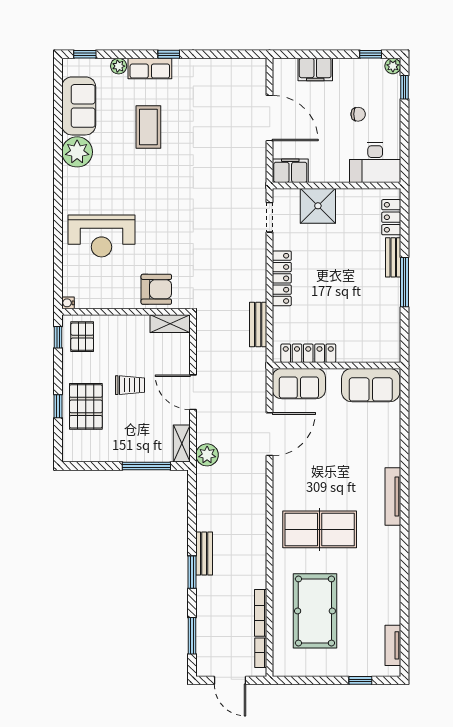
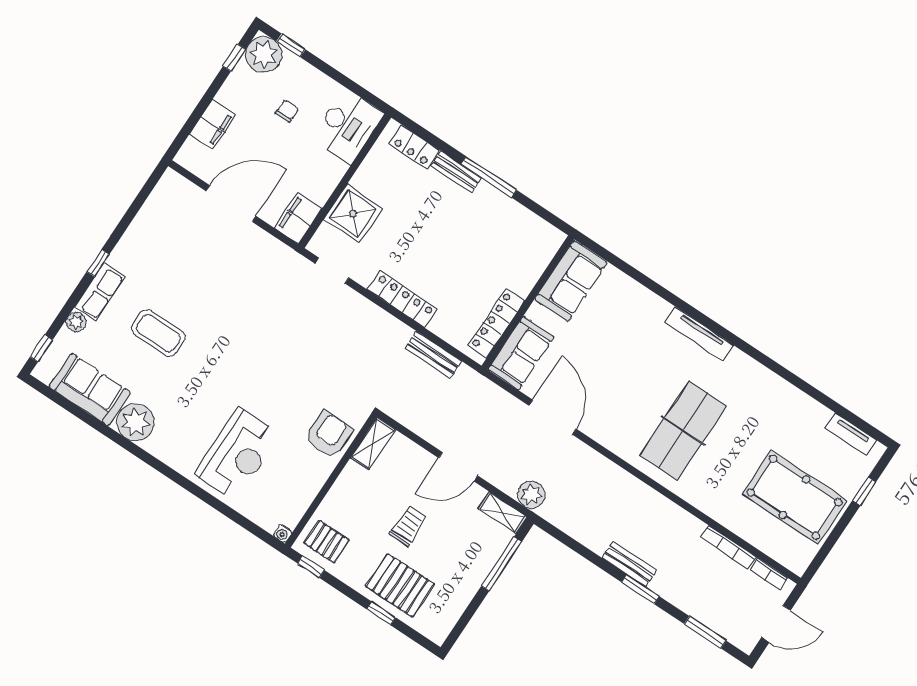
plant: (393, 66) -> (264, 55), width x1.87, depth x1.87
pool table: (315, 611) -> (795, 497), moved

